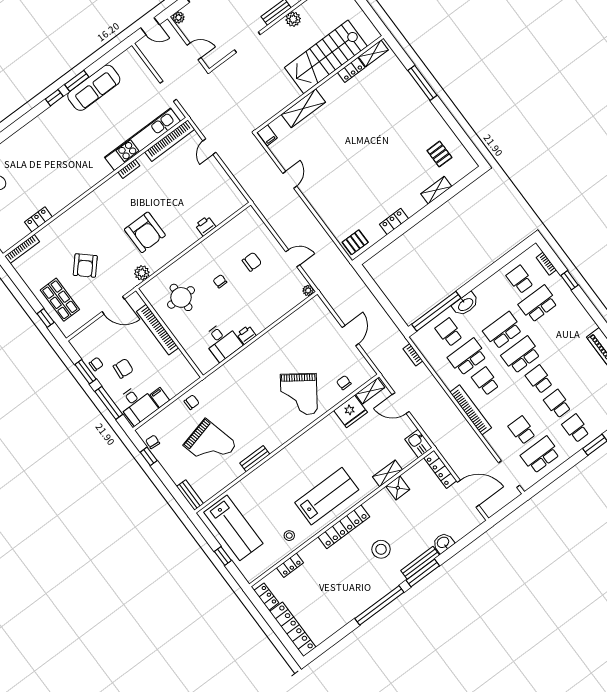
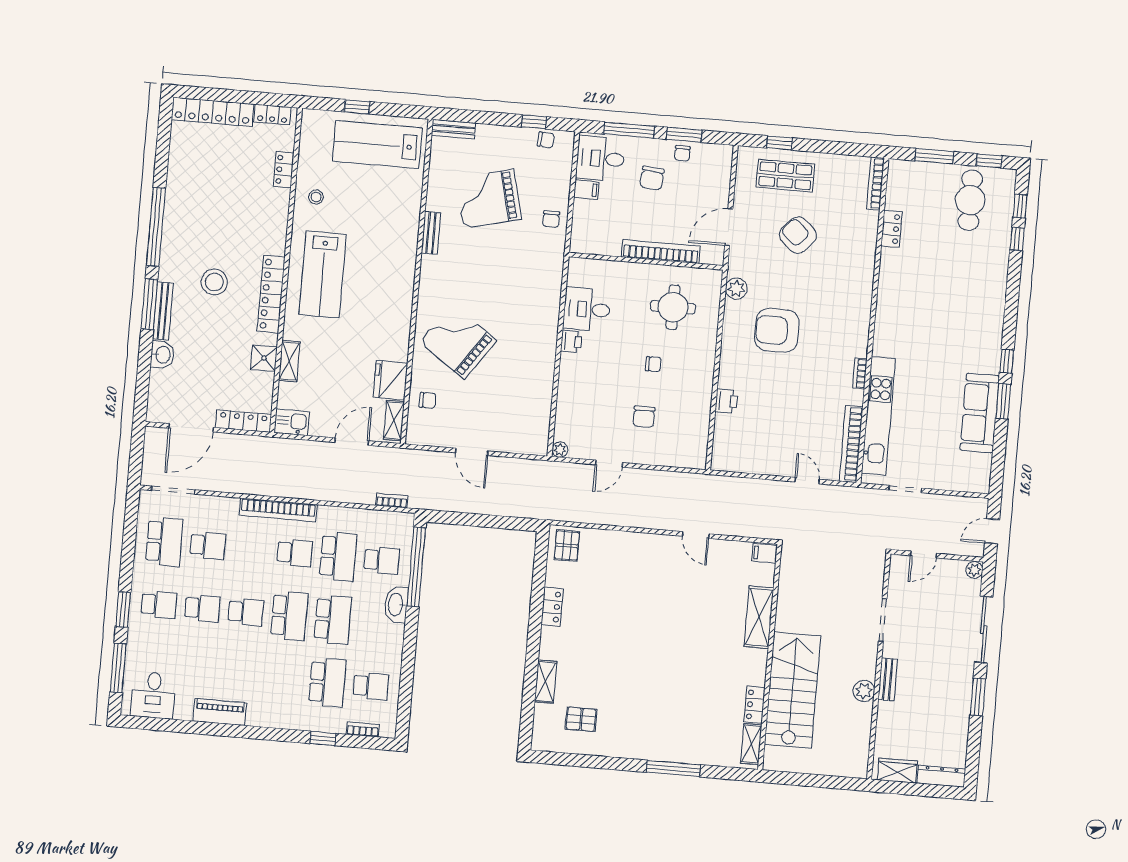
locker: (344, 527) -> (271, 294), moved

